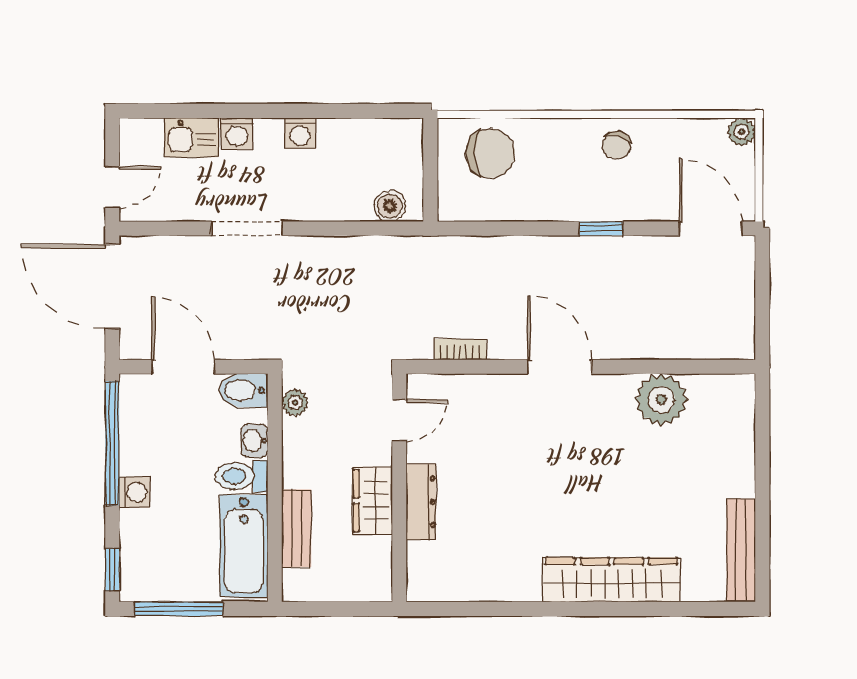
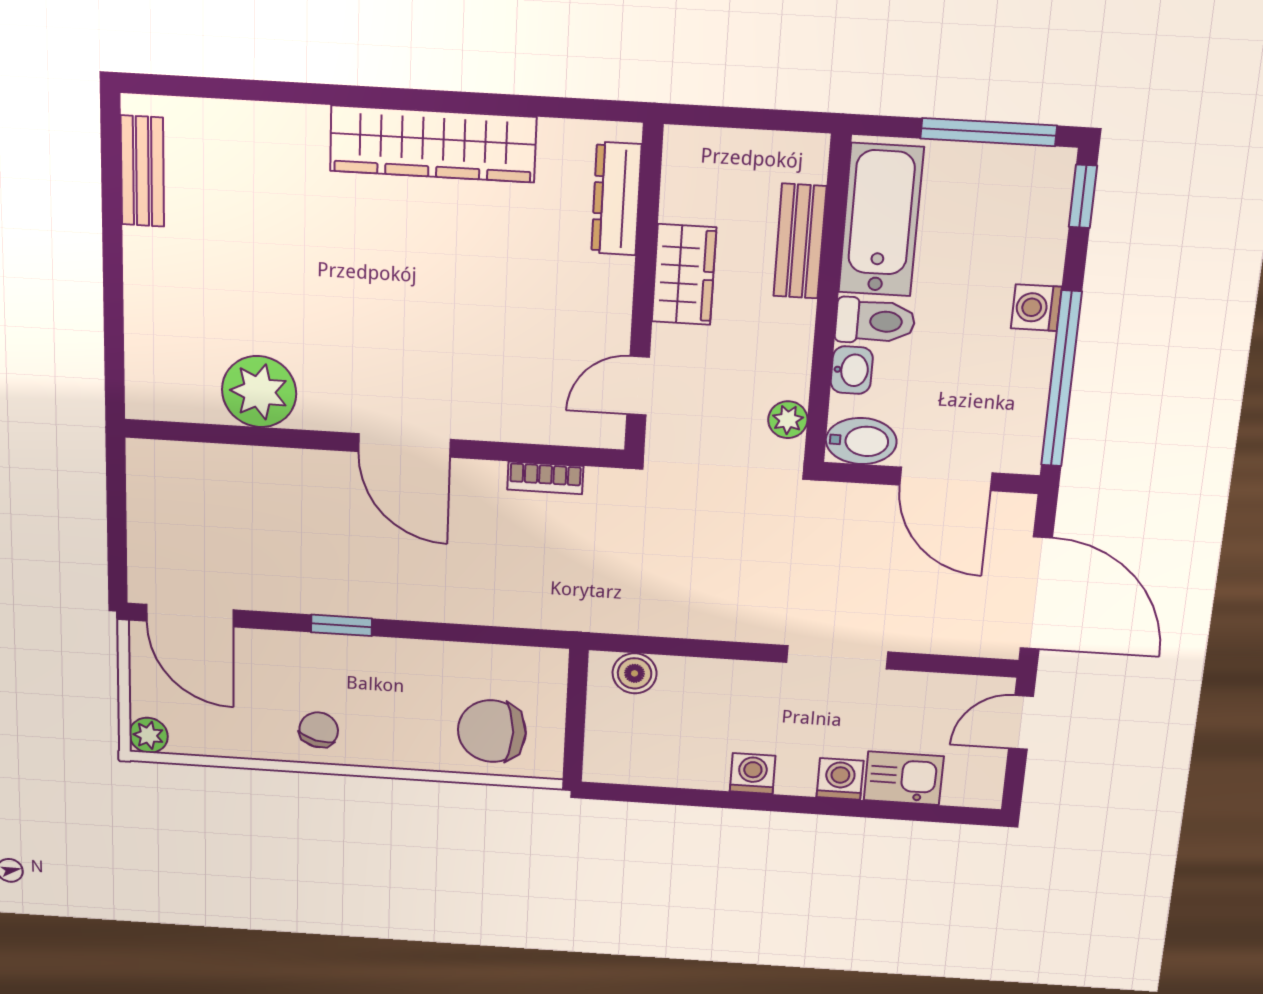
dresser: (421, 502) -> (616, 199), moved
bench: (741, 550) -> (142, 171), width x0.73
wardrobe: (612, 580) -> (433, 144), moved

